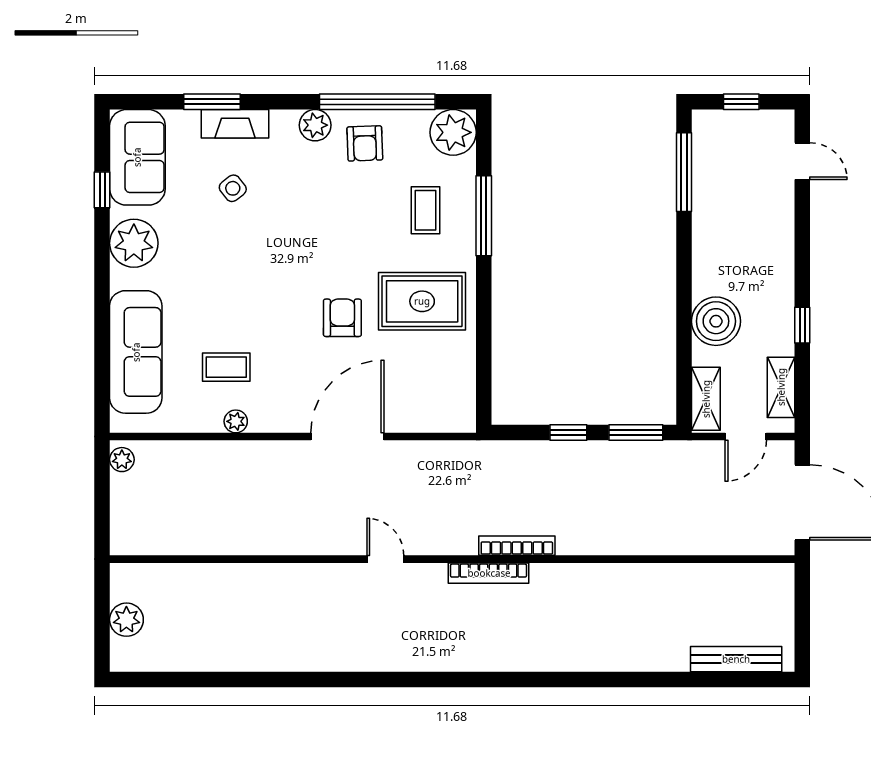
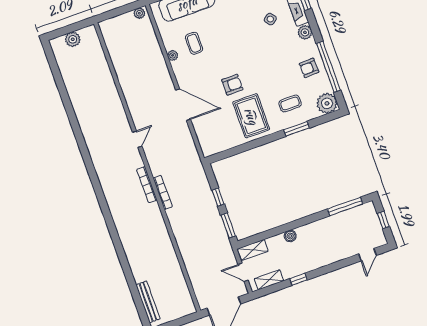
plant: (315, 125) -> (305, 32), moved
window: (484, 216) -> (297, 129), width x0.69
boiler: (716, 321) -> (290, 236), width x0.54, depth x0.54

